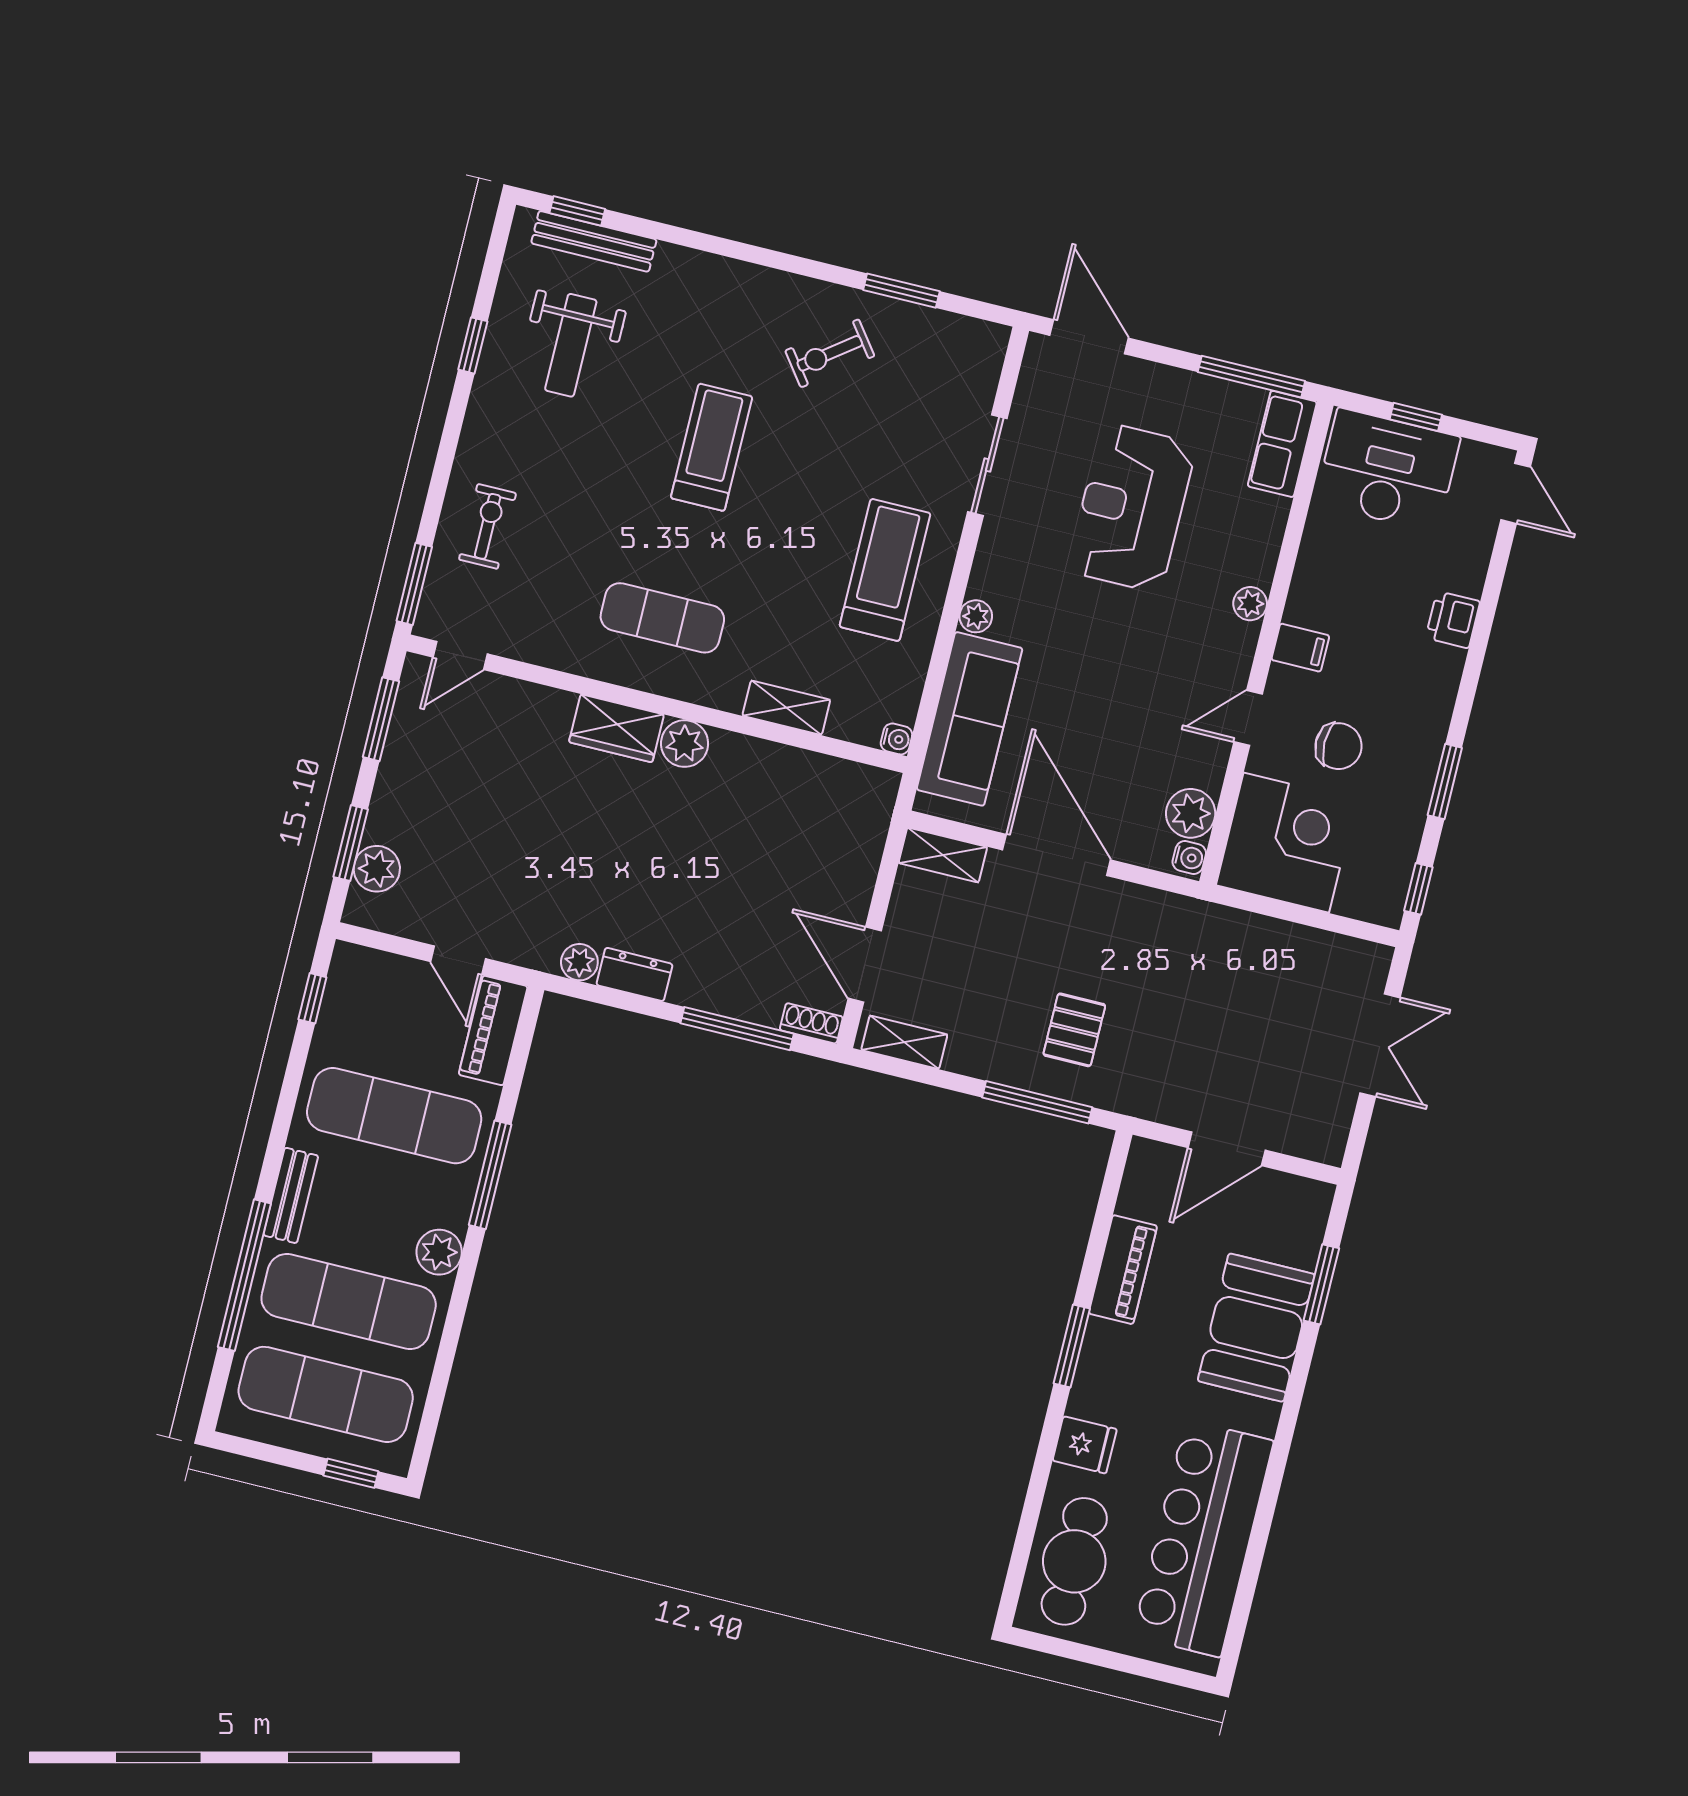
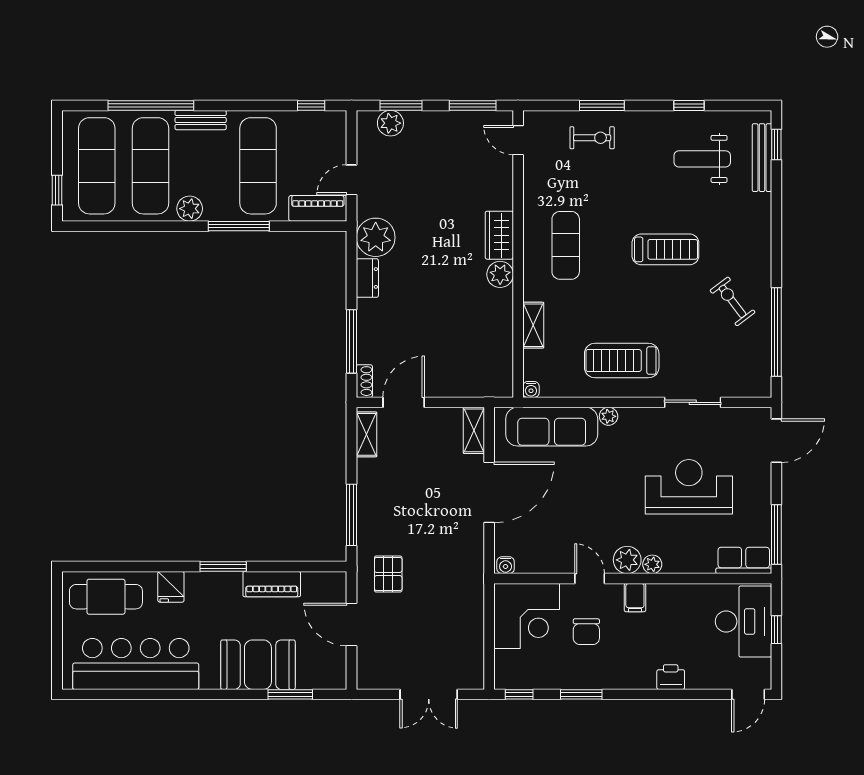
window: (901, 291) -> (776, 332), width x2.11
treadmill: (885, 570) -> (622, 361), turned 180
window: (414, 584) -> (602, 105), moved
plant: (1191, 813) -> (627, 560), moved
plant: (579, 962) -> (376, 237), width x1.88, depth x1.88
pallet: (1074, 1030) -> (388, 574), moved, turned 90

